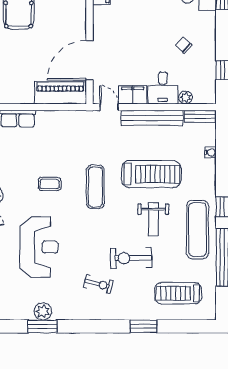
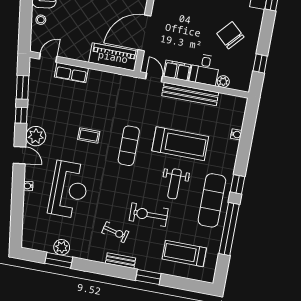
chair: (184, 45) -> (230, 35), width x1.87, depth x1.87
bench: (200, 116) -> (121, 261), moved

